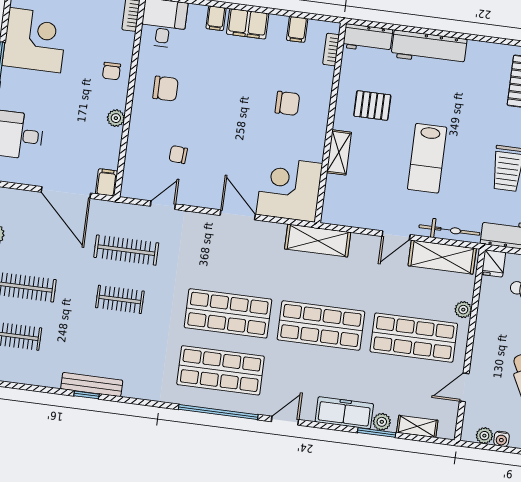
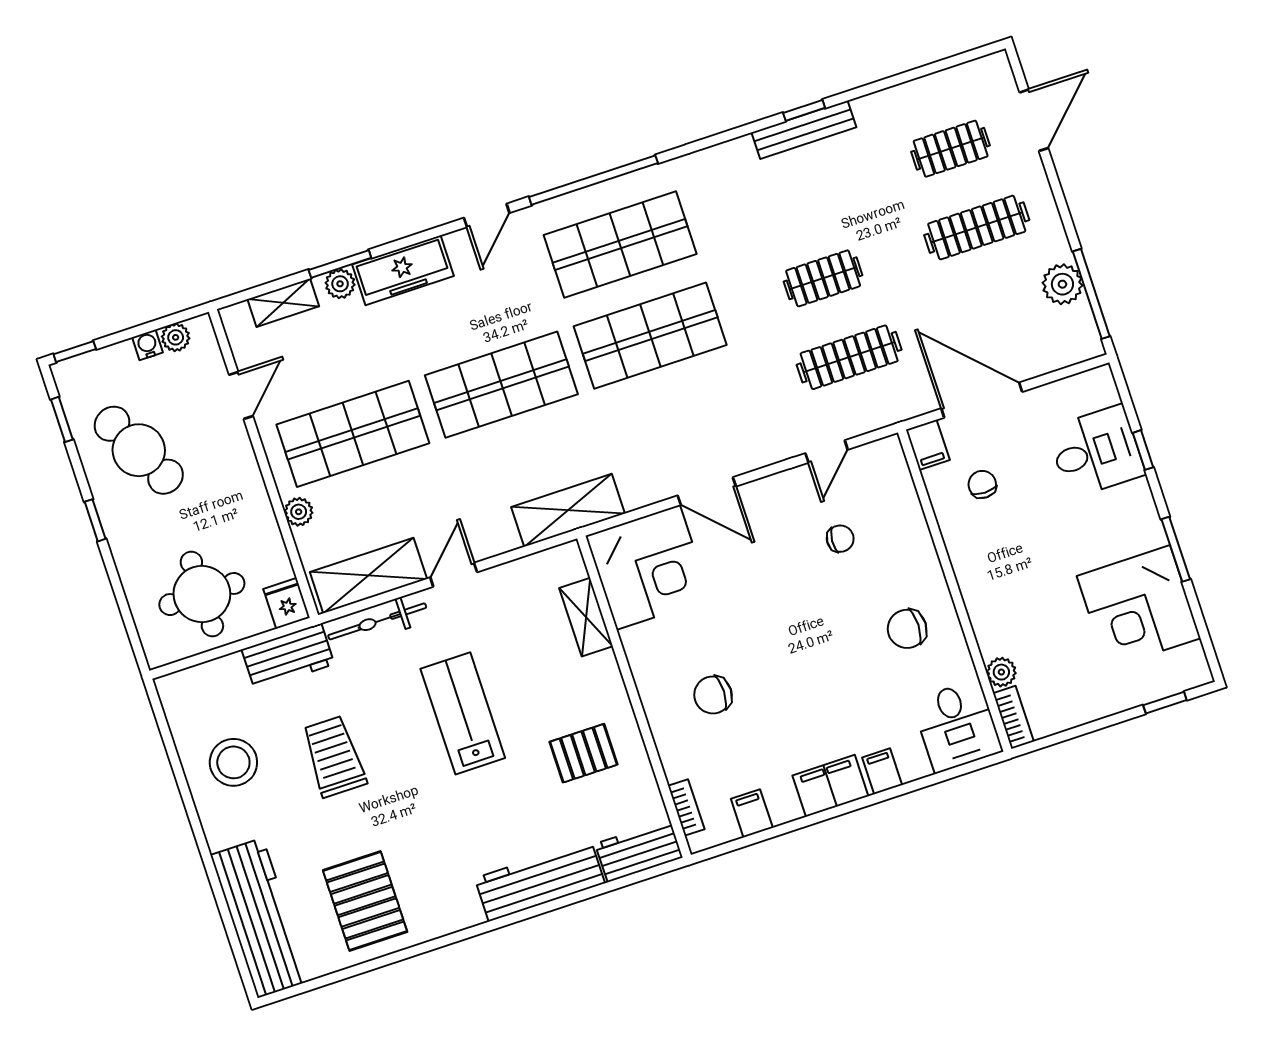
chair: (111, 71) -> (982, 484), moved
plant: (116, 118) -> (1001, 672), moved
shelving: (339, 152) -> (586, 617), moved

